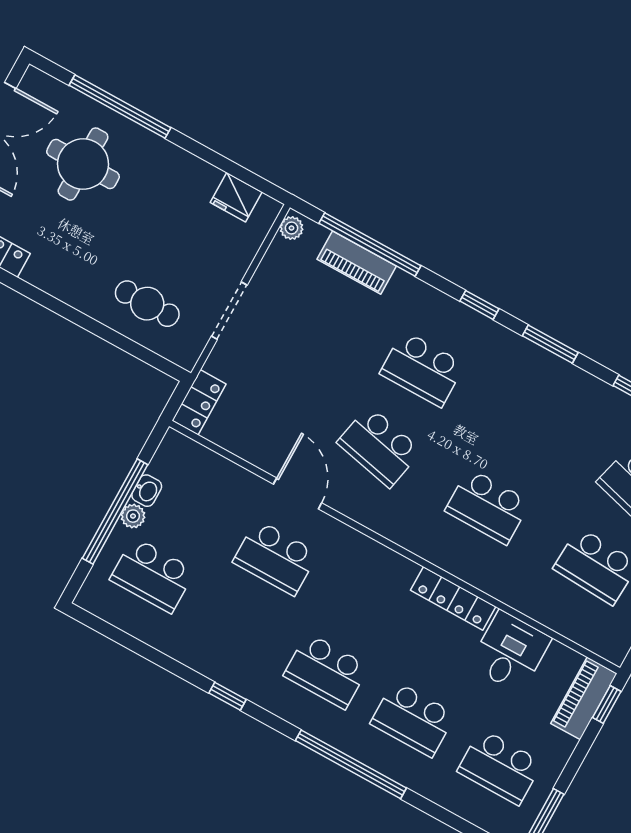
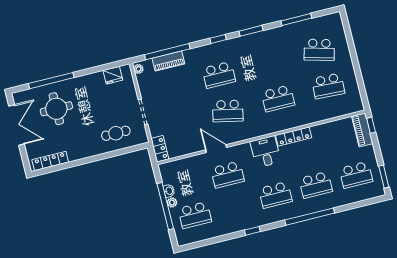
desk: (510, 652) -> (266, 152), moved

